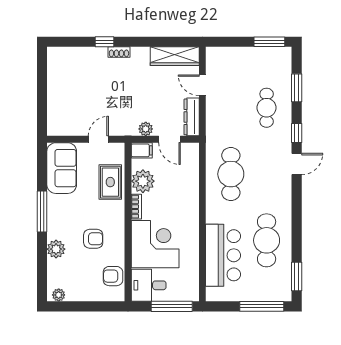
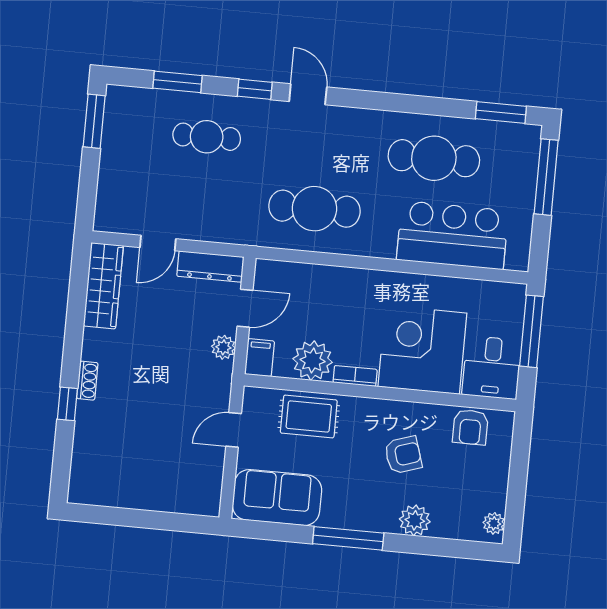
door: (98, 139) -> (234, 430), hinge flipped
armchair: (93, 239) -> (403, 455), turned 72

